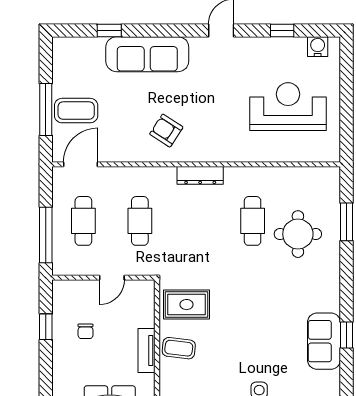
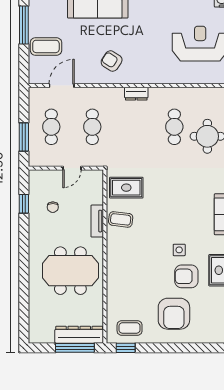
window: (46, 110) -> (24, 25), moved
door: (81, 164) -> (62, 86), moved
dresser: (200, 175) -> (136, 94), width x0.70
window: (46, 235) -> (24, 137), width x0.69

